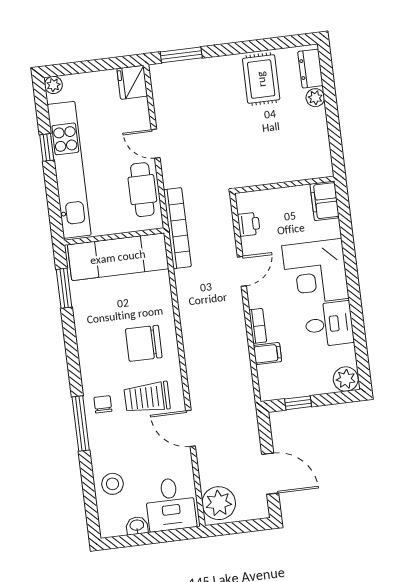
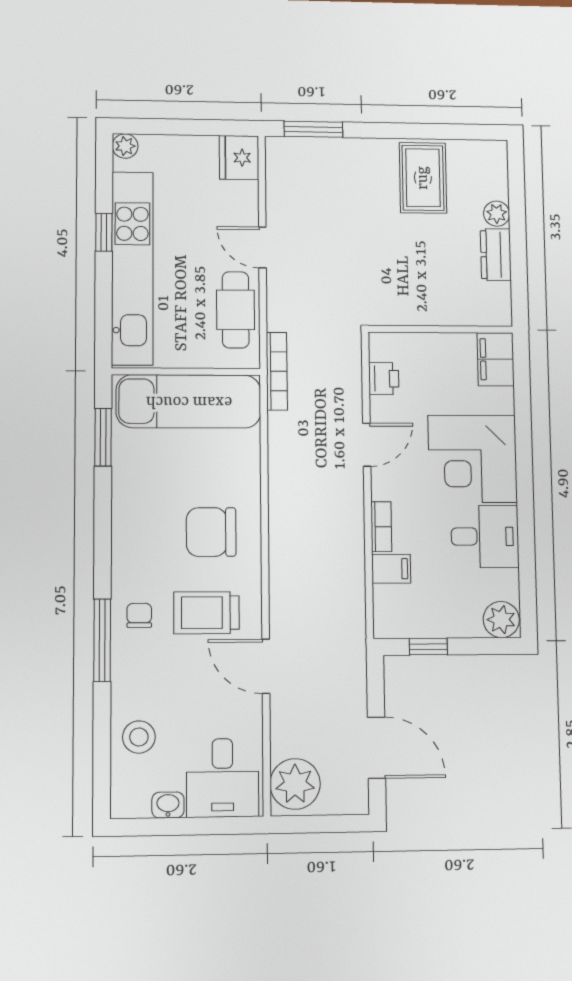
dresser: (310, 69) -> (496, 255), moved
bookcase: (177, 228) -> (277, 371), width x0.68, depth x0.76

